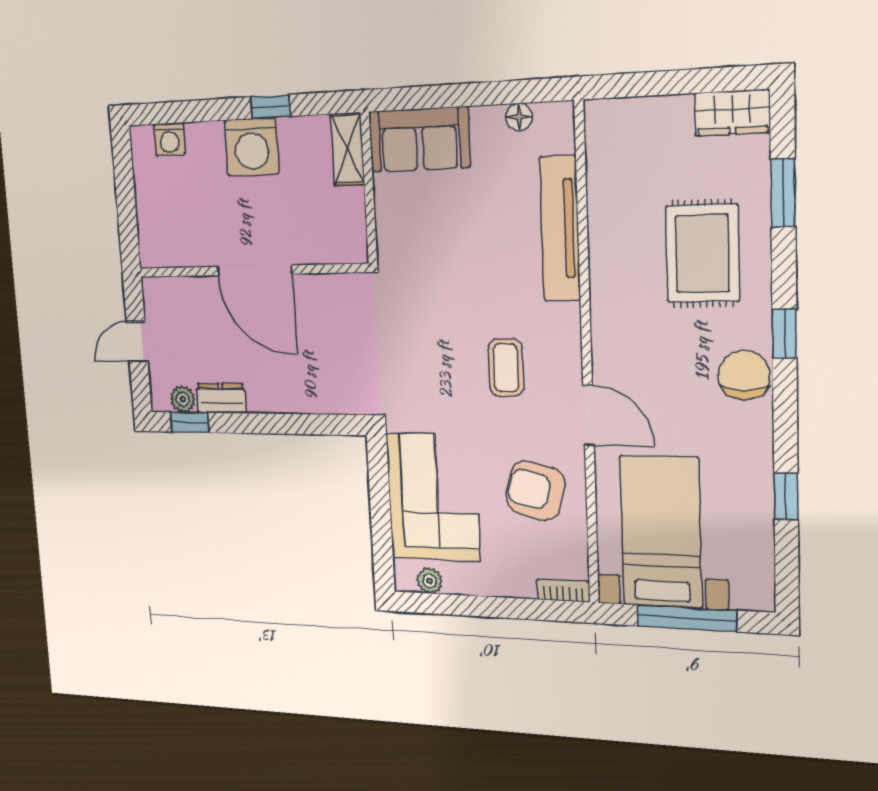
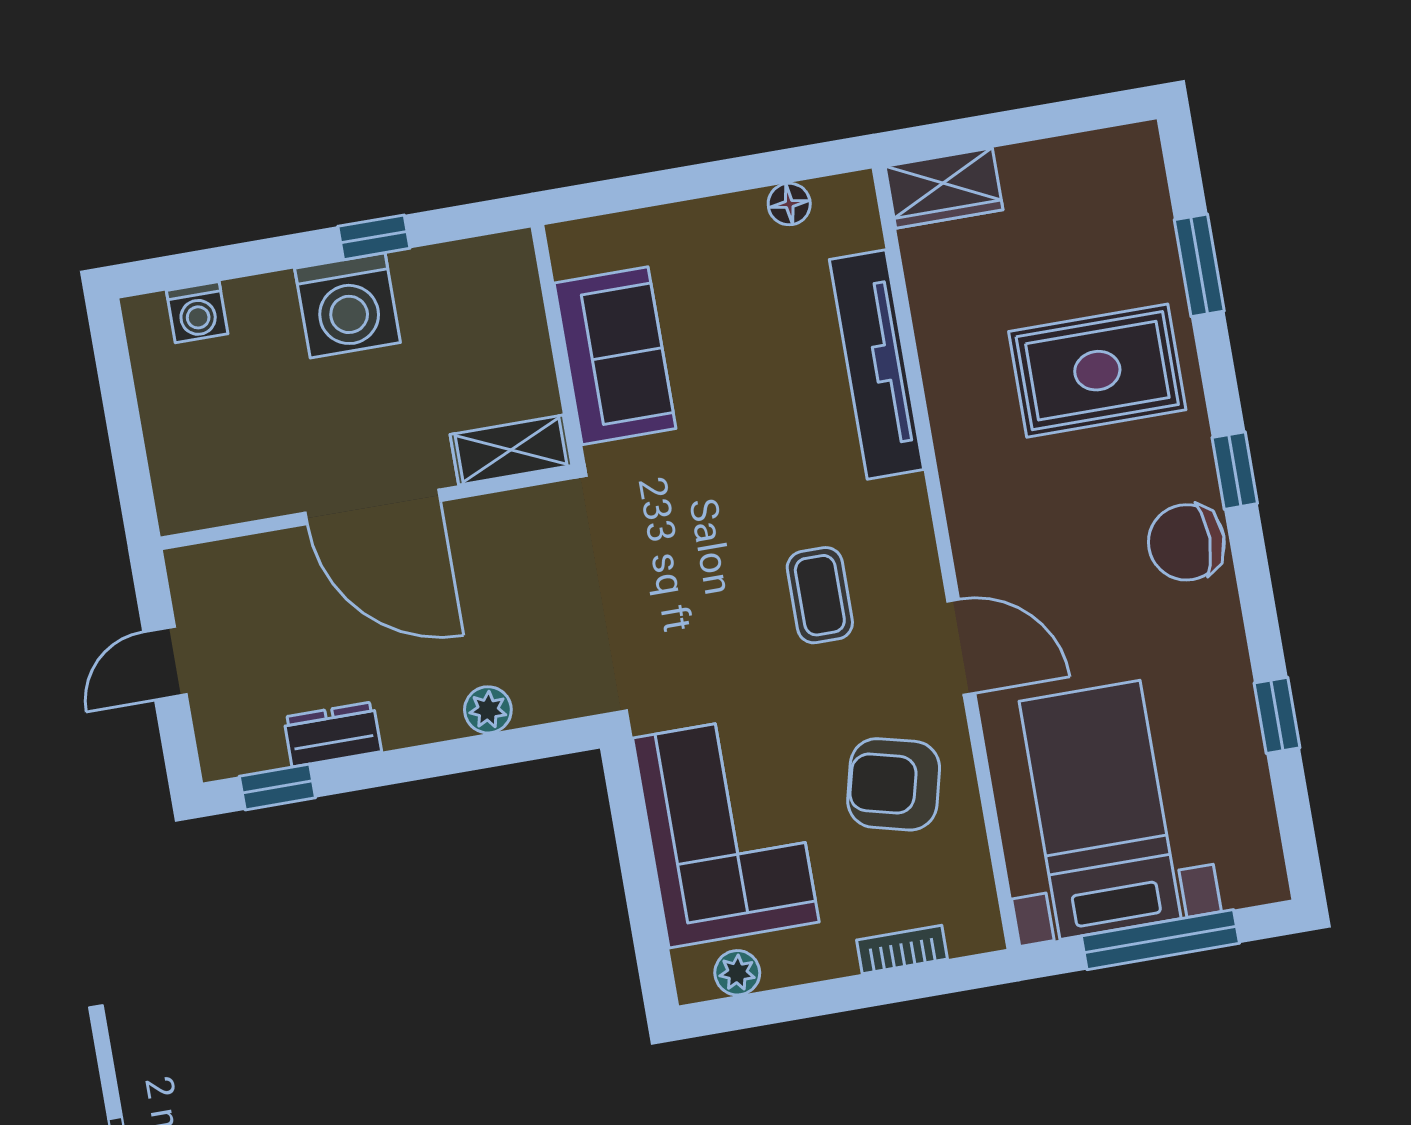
wardrobe: (732, 113) -> (944, 188), moved
sofa: (419, 139) -> (615, 356), moved, turned -90
shelving: (348, 149) -> (511, 450), moved, turned 90
rug: (702, 254) -> (1097, 371), turned 90
chair: (744, 375) -> (1186, 542), turned -90
plant: (183, 399) -> (488, 710), moved
bookcase: (563, 591) -> (902, 949), moved

